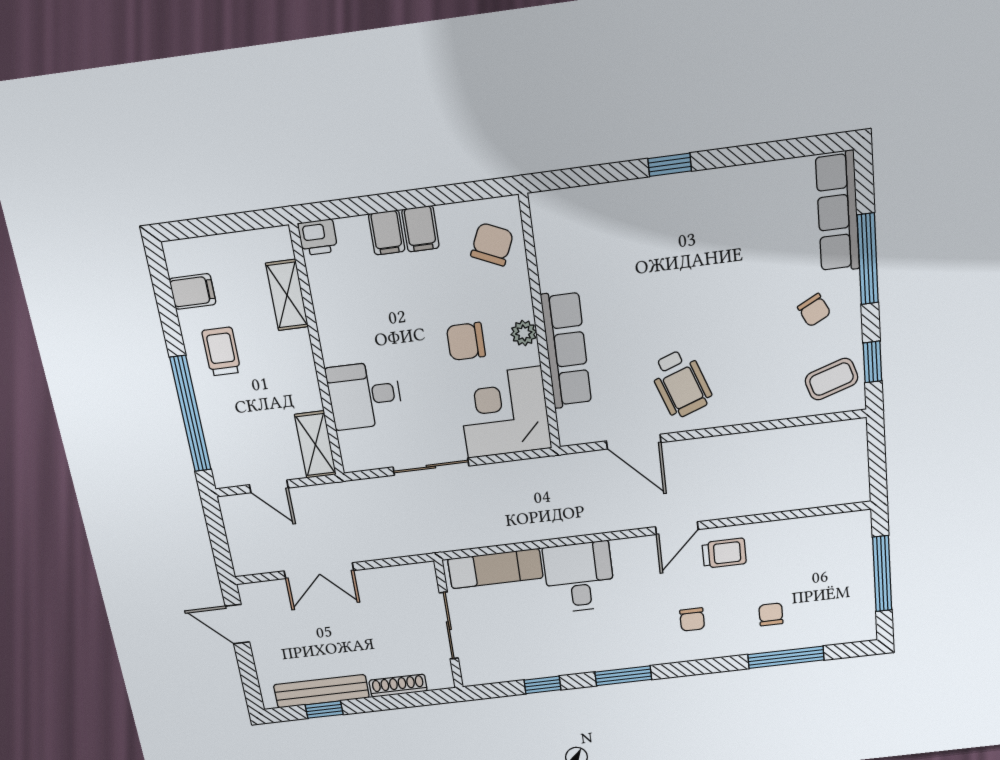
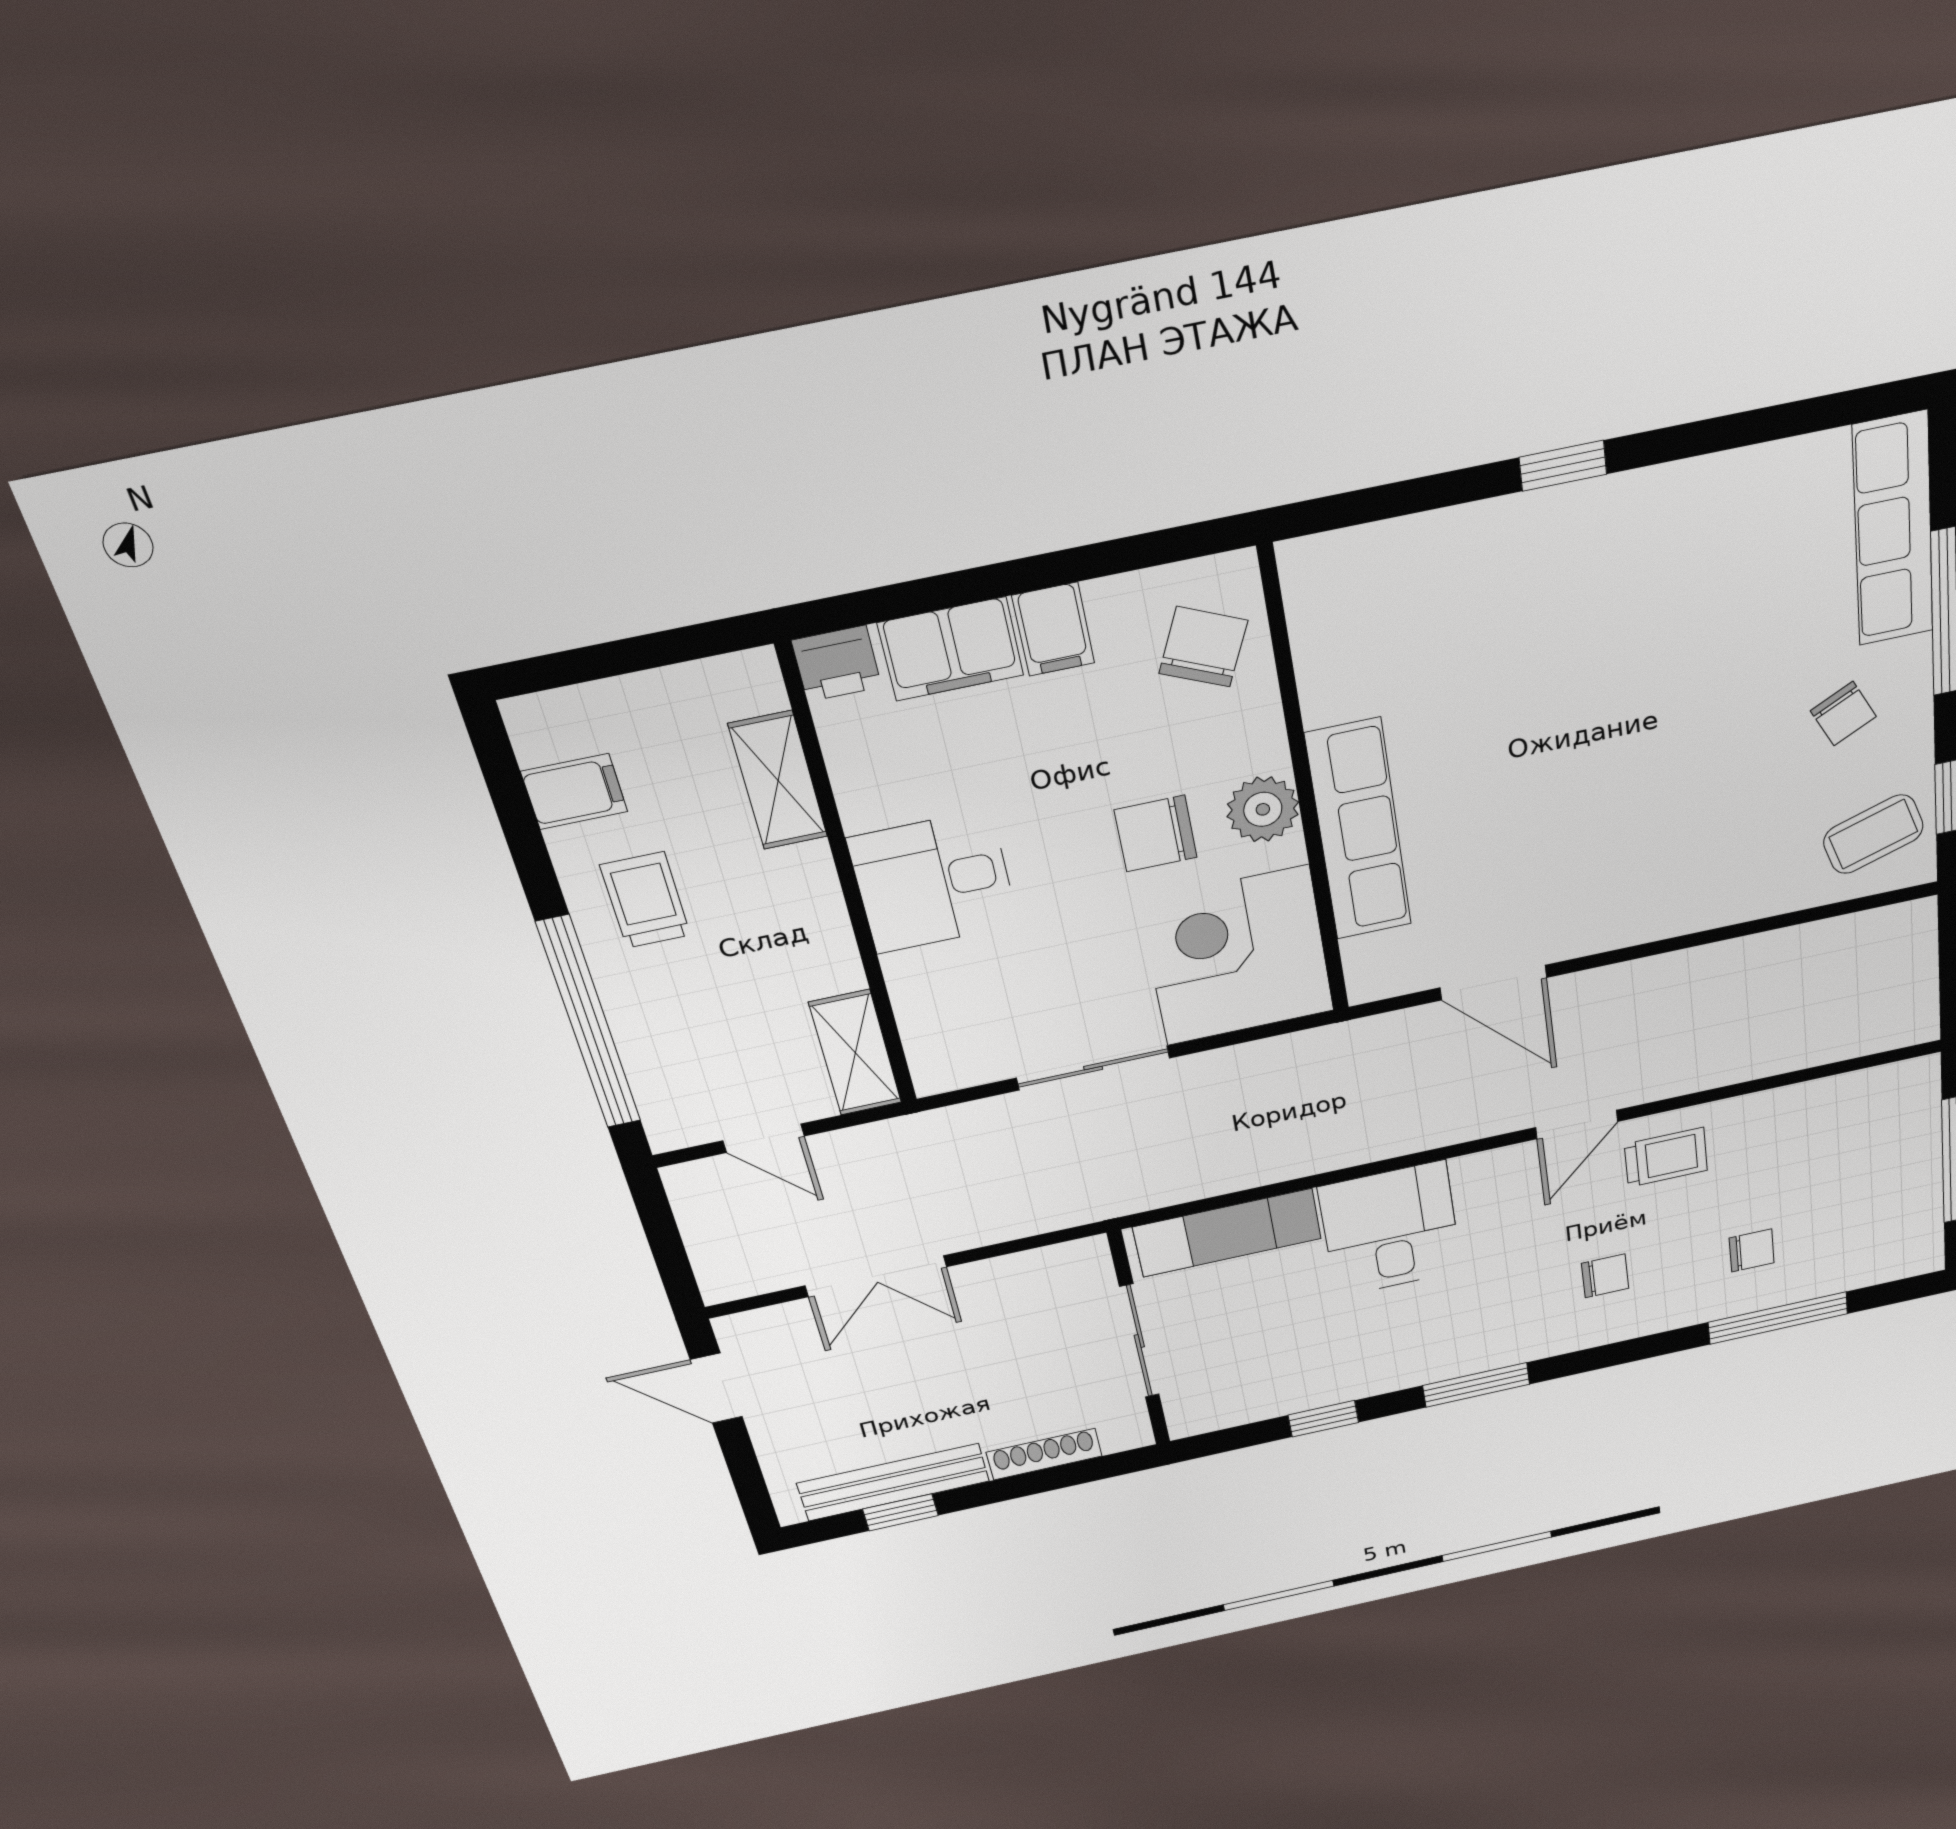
filing cabinet: (387, 233) -> (951, 649), width x2.00
plant: (524, 333) -> (1263, 809), width x1.38, depth x1.38
wheelchair: (681, 384) -> (1585, 870), removed
desk: (364, 395) -> (933, 882), moved
chair: (771, 614) -> (1752, 1250), turned 90
chair: (692, 619) -> (1605, 1276), turned -90

